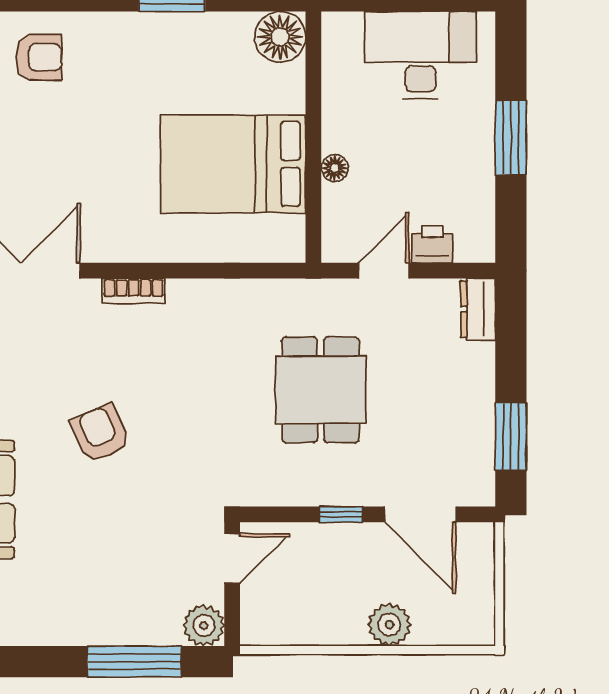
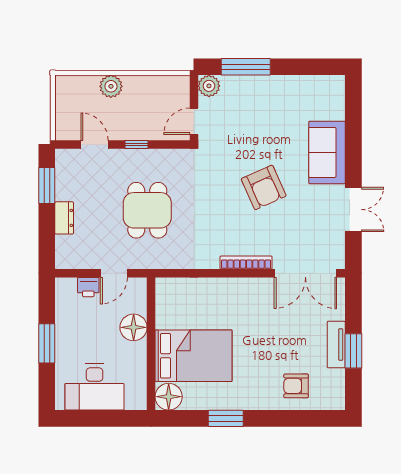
bed: (233, 164) -> (193, 356), moved
floor lamp: (335, 168) -> (134, 327), width x1.89, depth x1.89
bookcase: (134, 291) -> (246, 263), width x1.56
dresser: (478, 309) -> (64, 218), moved
armchair: (100, 433) -> (264, 187), width x1.38, depth x1.38
door: (420, 514) -> (95, 144), width x0.73

